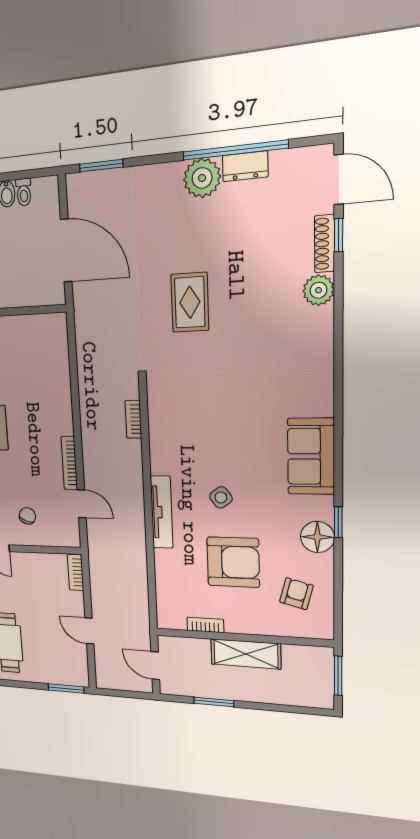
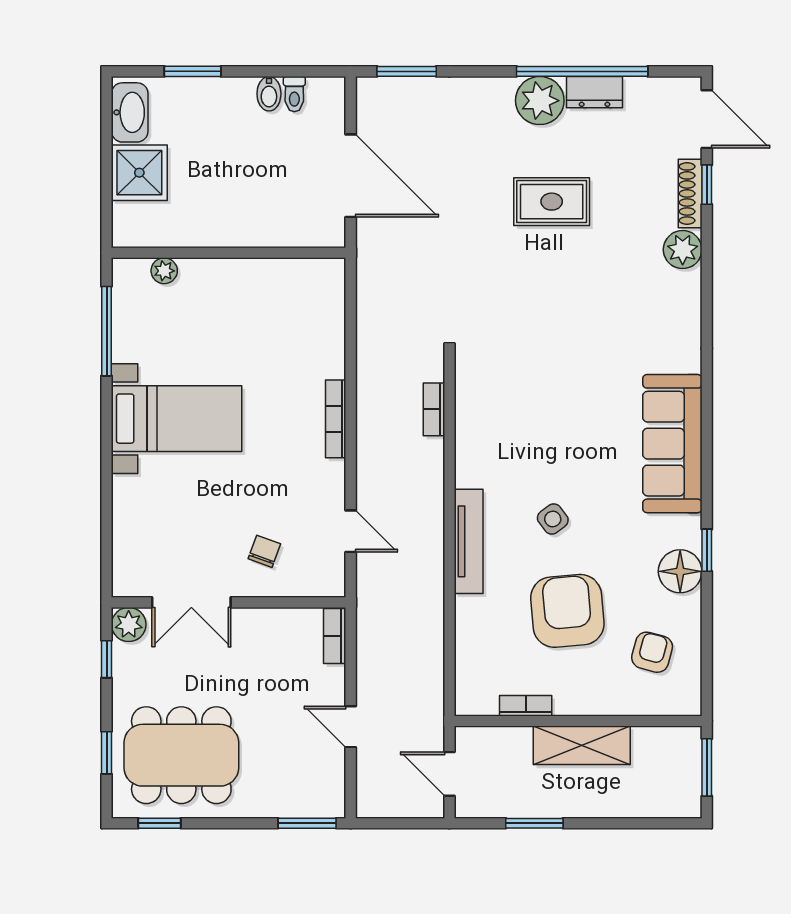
rug: (190, 302) -> (552, 202), moved, turned 90
sofa: (311, 456) -> (672, 444), width x1.36
bookcase: (69, 463) -> (336, 419), moved
armchair: (233, 562) -> (567, 611), turned -95

